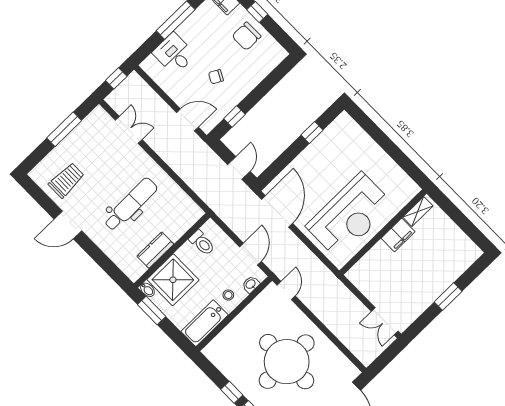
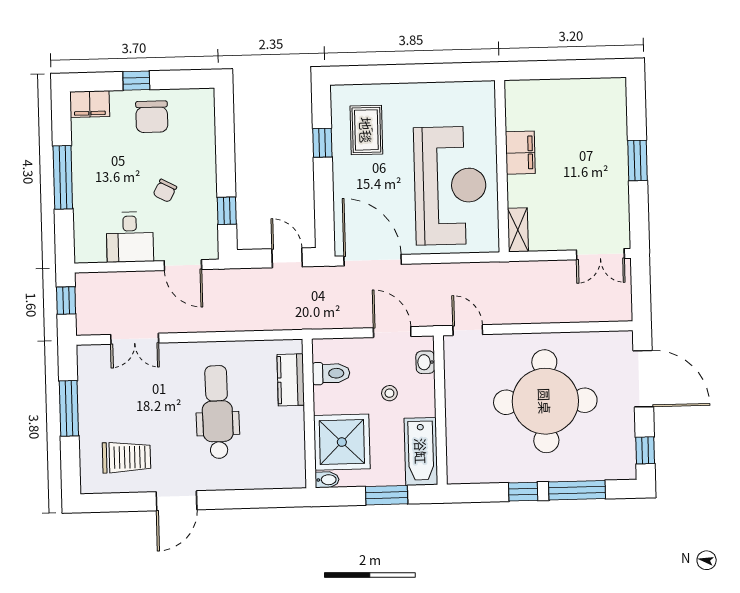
desk: (174, 54) -> (130, 237), moved, turned -90
door: (187, 120) -> (183, 265), swing flipped
double door: (129, 130) -> (135, 339), swing flipped
rug: (339, 148) -> (366, 130), added
trolley: (66, 180) -> (127, 457), turned 90
shelving: (418, 212) -> (518, 230), moved
kitchen counter: (155, 250) -> (291, 380), moved
stool: (228, 295) -> (389, 393), moved
window: (152, 310) -> (387, 495), moved

